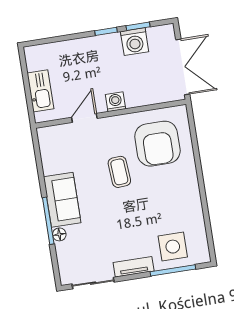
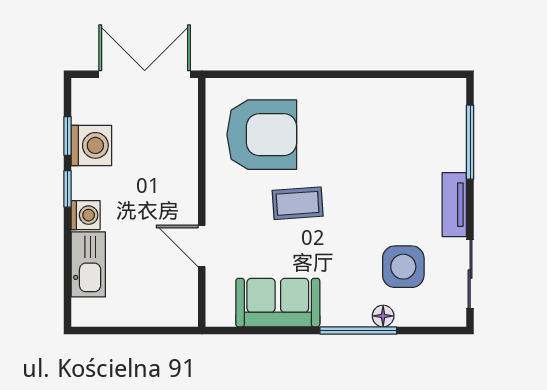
kitchen sink: (40, 91) -> (88, 264), moved, turned 90
washing machine: (116, 102) -> (86, 215), moved, turned 180
sofa: (62, 200) -> (278, 303), moved
side table: (173, 247) -> (403, 267), moved

